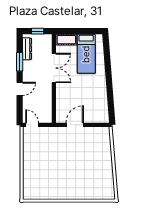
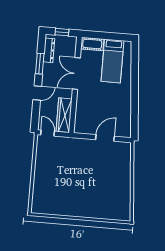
double door: (54, 68) -> (76, 73), swing flipped
wardrobe: (46, 107) -> (64, 115), added
door: (75, 125) -> (105, 138), moved

